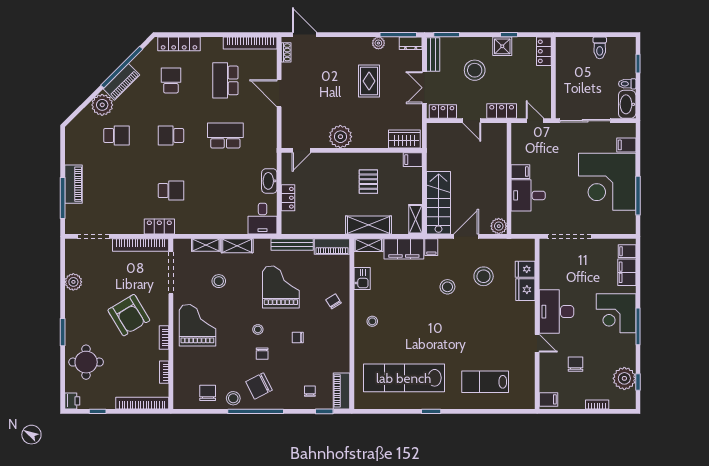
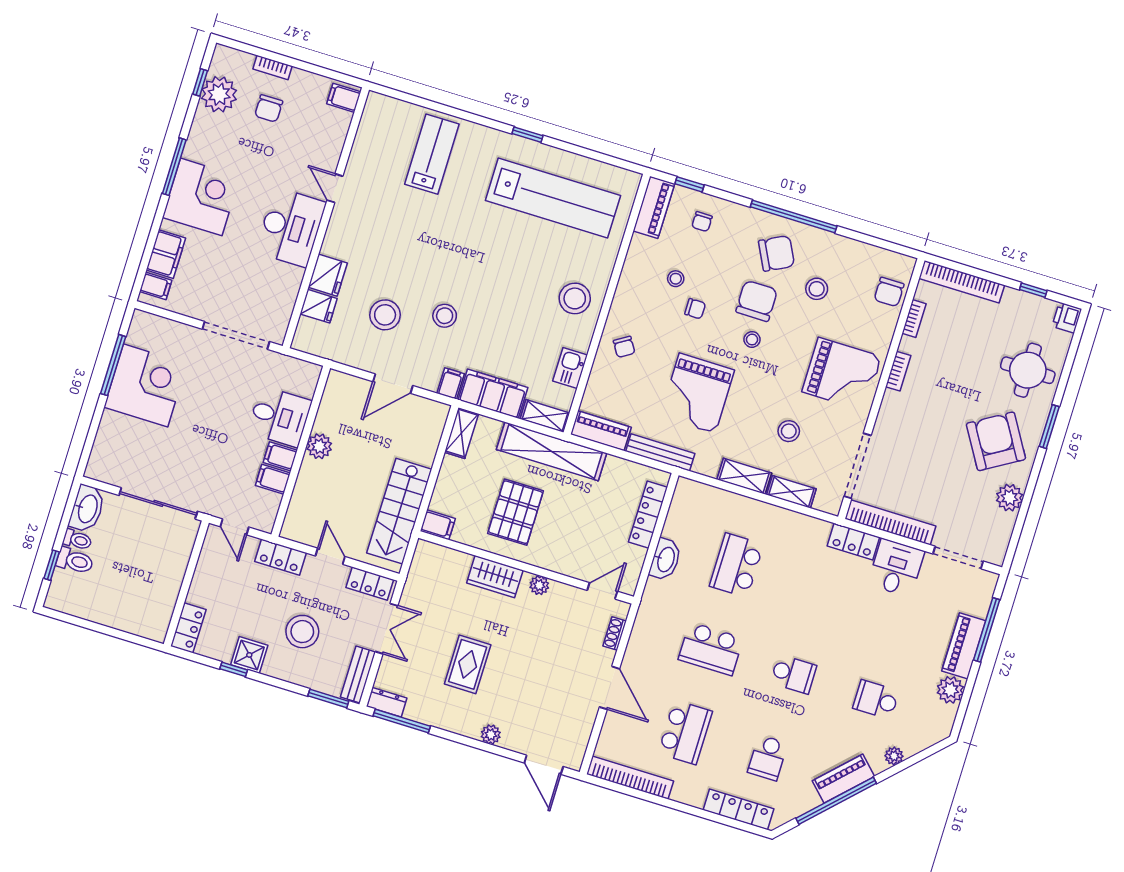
plant: (378, 43) -> (491, 735), moved
toilet: (600, 48) -> (75, 561), moved, turned 90
shoe rack: (286, 52) -> (615, 634), moved
plant: (102, 105) -> (894, 756), width x0.53, depth x0.53
plant: (340, 137) -> (539, 585), width x0.53, depth x0.53
wardrobe: (404, 139) -> (495, 577), moved
filing cabinet: (626, 145) -> (273, 479), moved, turned 180
plant: (73, 155) -> (950, 690), added
pallet: (368, 182) -> (516, 512), width x1.50, depth x1.42
corner desk: (607, 182) -> (146, 385), width x0.74, depth x0.74
school desk: (171, 191) -> (737, 565), moved, width x1.85
locker: (288, 198) -> (648, 515), width x1.53
stairs: (439, 203) -> (399, 511), moved
desk: (263, 219) -> (896, 568), moved
shelving: (369, 225) -> (552, 451), width x1.47
plant: (499, 226) -> (319, 446), moved
armchair: (129, 315) -> (996, 441), moved
stool: (372, 321) -> (575, 298), width x1.89, depth x1.89
grand piano: (197, 325) -> (842, 374), turned -90
stool: (315, 352) -> (676, 279), added
chair: (262, 354) -> (757, 301), width x1.87, depth x1.87
chair: (575, 364) -> (269, 108), moved
lab bench: (485, 382) -> (432, 154), turned -90
chair: (208, 393) -> (889, 292), moved
stool: (233, 398) -> (817, 289), moved

